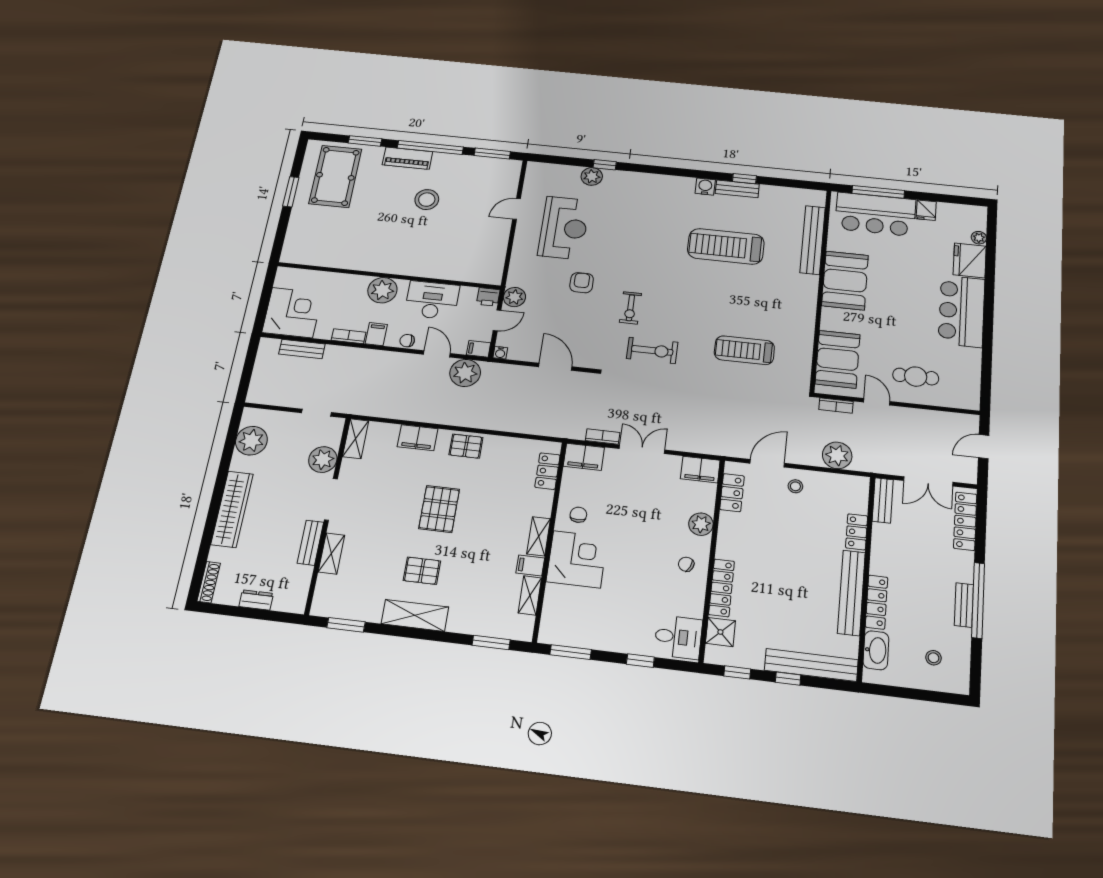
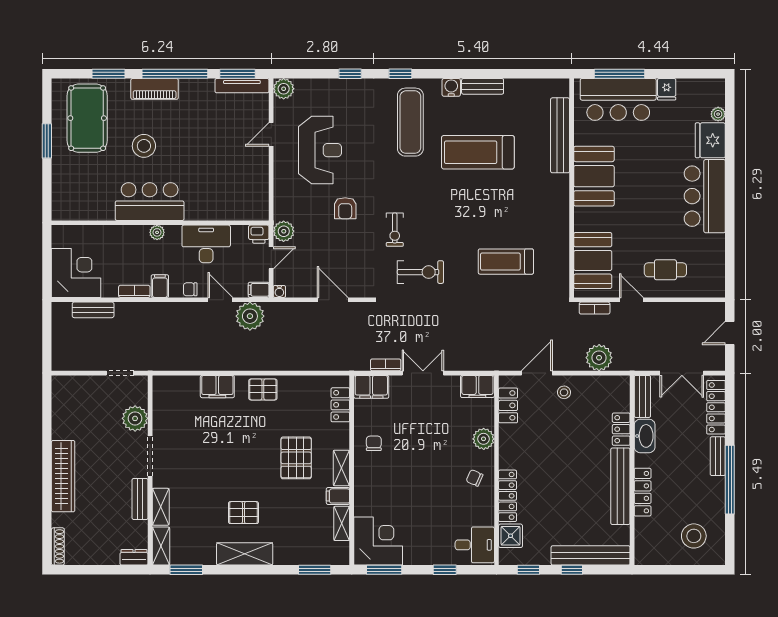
tv unit: (495, 164) -> (242, 86), added
plant: (592, 176) -> (284, 89), moved
window: (744, 179) -> (400, 74), moved
stool: (427, 200) -> (144, 146), moved
exercise mat: (660, 213) -> (410, 122), added
bar counter: (382, 256) -> (150, 202), added
armchair: (582, 283) -> (345, 208), turned 180
plant: (382, 290) -> (157, 232), width x0.53, depth x0.53
shelving: (356, 439) -> (161, 546), moved
plant: (251, 441) -> (66, 408), removed
pallet: (439, 509) -> (296, 458), moved
corner desk: (577, 559) -> (378, 541), moved
dresser: (256, 600) -> (134, 557), moved
bench: (964, 605) -> (718, 456), moved
washbasin: (876, 650) -> (645, 436), moved
stool: (933, 658) -> (694, 536), width x1.89, depth x1.89

